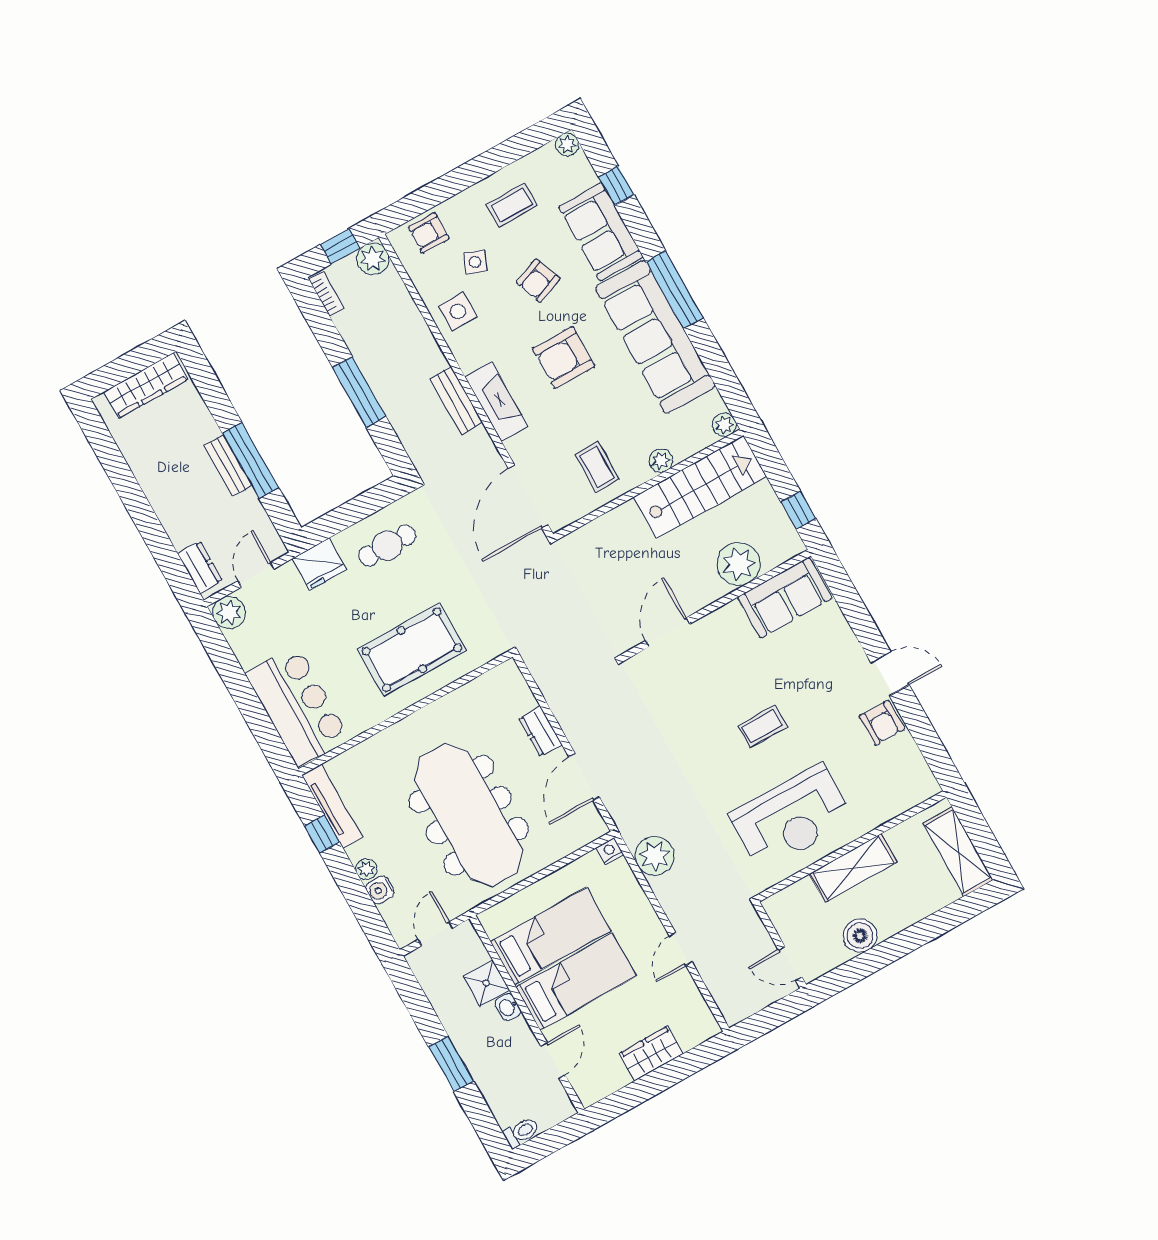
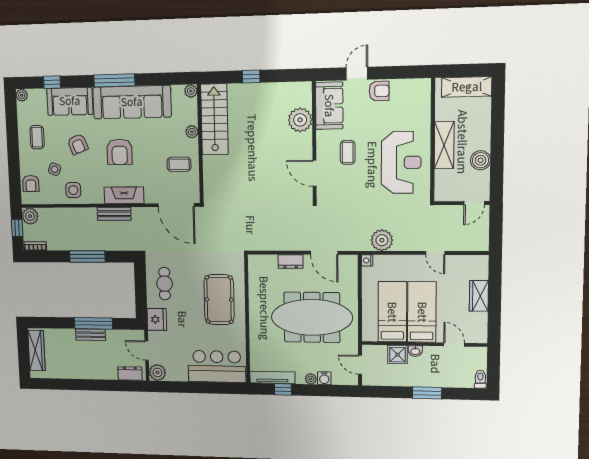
plant: (739, 564) -> (300, 120), moved
sofa: (785, 598) -> (329, 106), moved
wall: (716, 605) -> (314, 142), moved
door: (668, 632) -> (315, 173), moved

